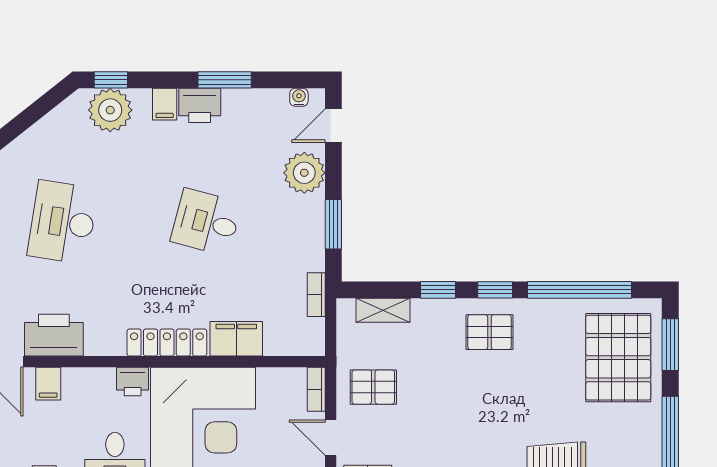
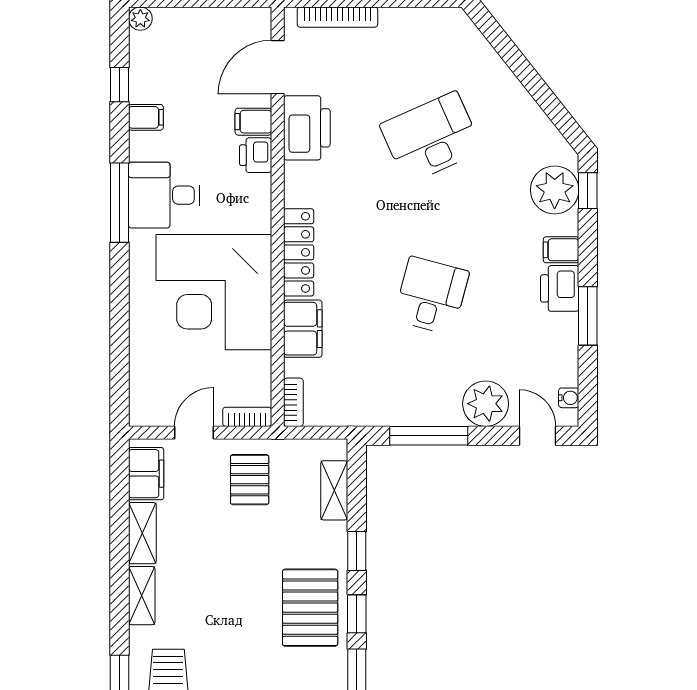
desk: (63, 222) -> (431, 138), turned -33
window: (333, 224) -> (429, 436), width x1.44
bookcase: (316, 295) -> (293, 402), moved, turned 90
pallet: (489, 332) -> (310, 608), width x1.50, depth x1.42
printer: (133, 382) -> (256, 155), moved

